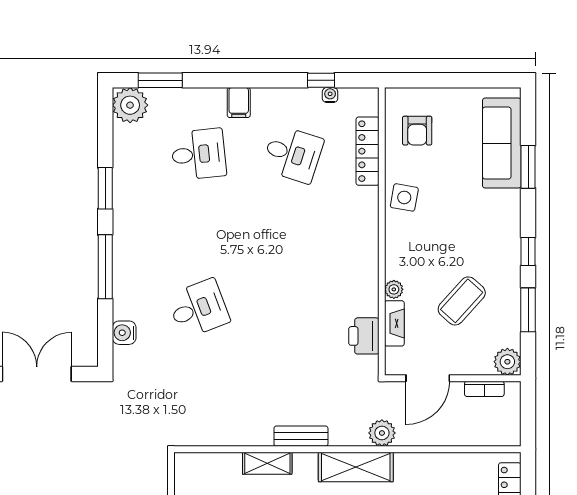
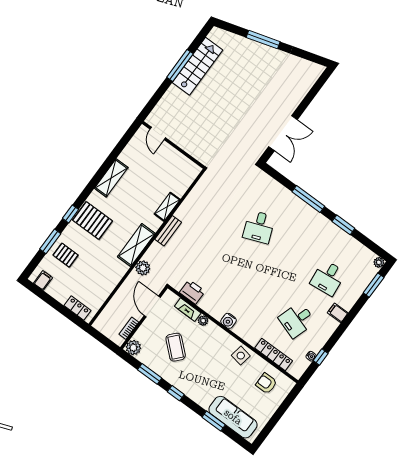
plant: (130, 105) -> (379, 262), width x0.53, depth x0.53
water cooler: (124, 333) -> (228, 321), moved, turned 180

